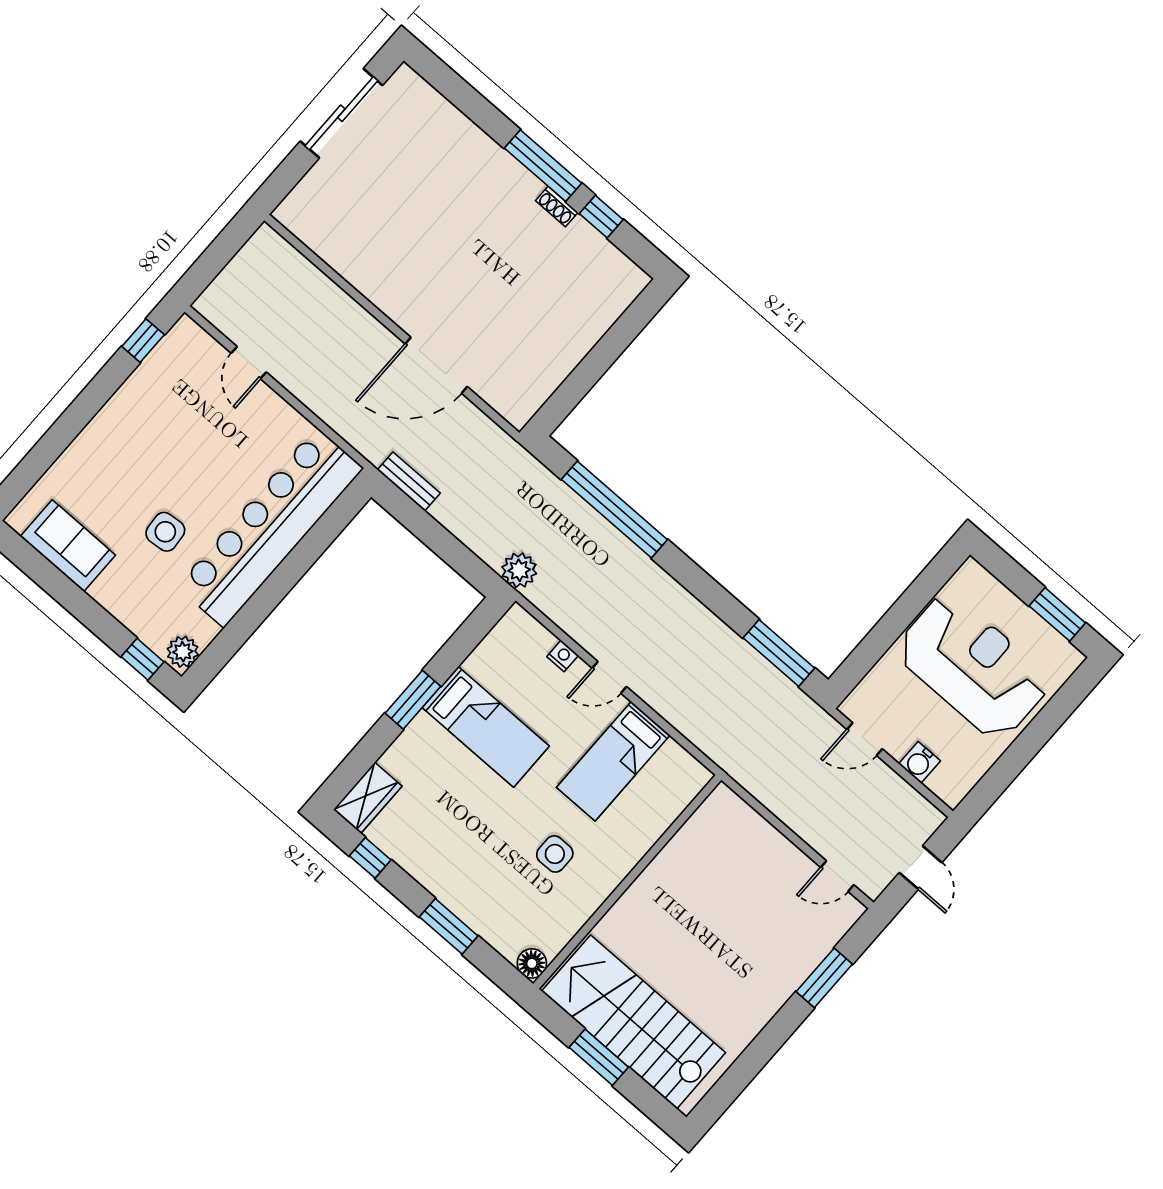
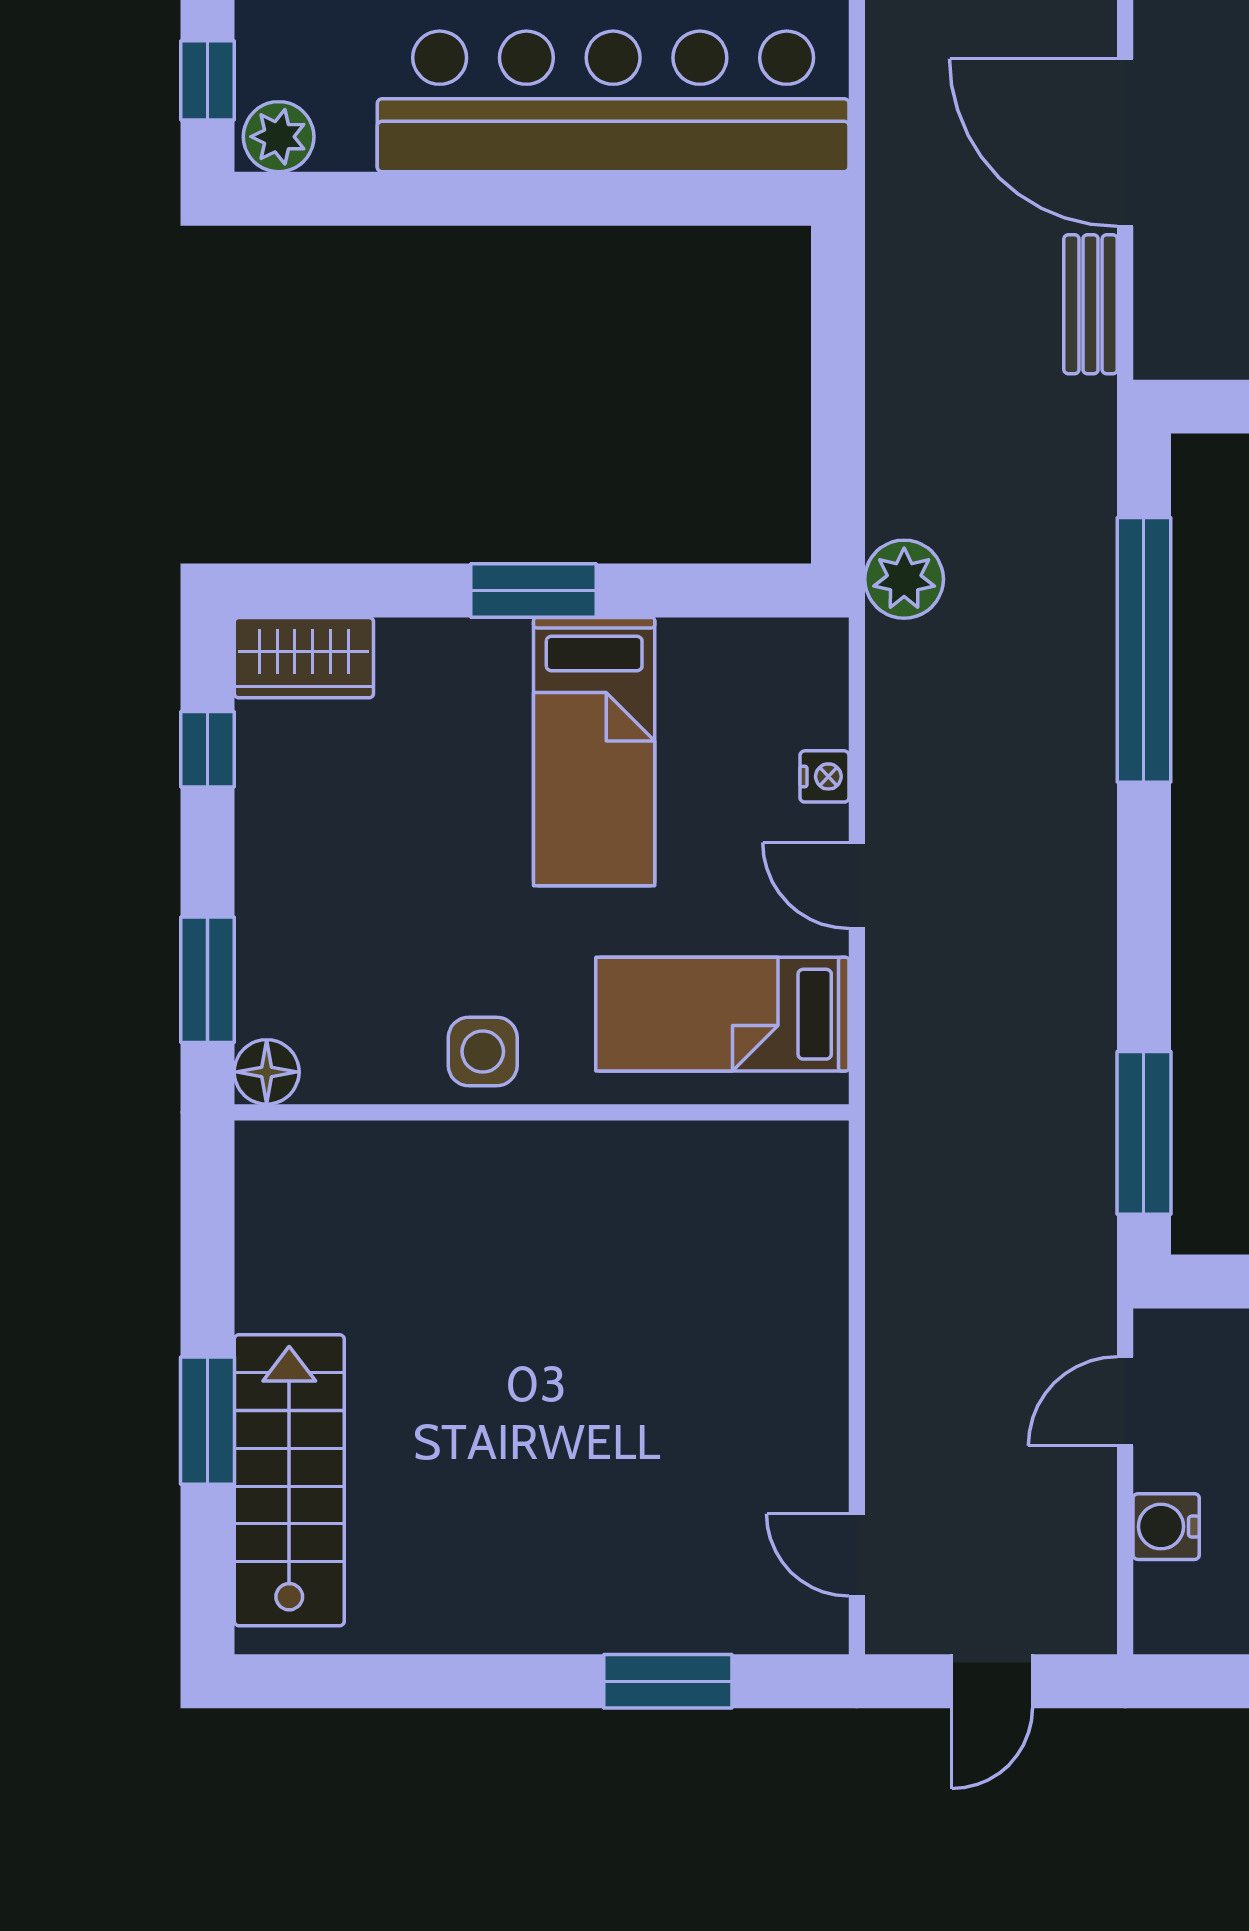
bench: (409, 481) -> (1091, 304), moved
door: (865, 739) -> (1125, 1401), hinge flipped
wall: (627, 882) -> (542, 1112), moved
floor lamp: (532, 963) -> (267, 1072), moved
stairs: (634, 1022) -> (289, 1480), width x0.73, depth x0.66

